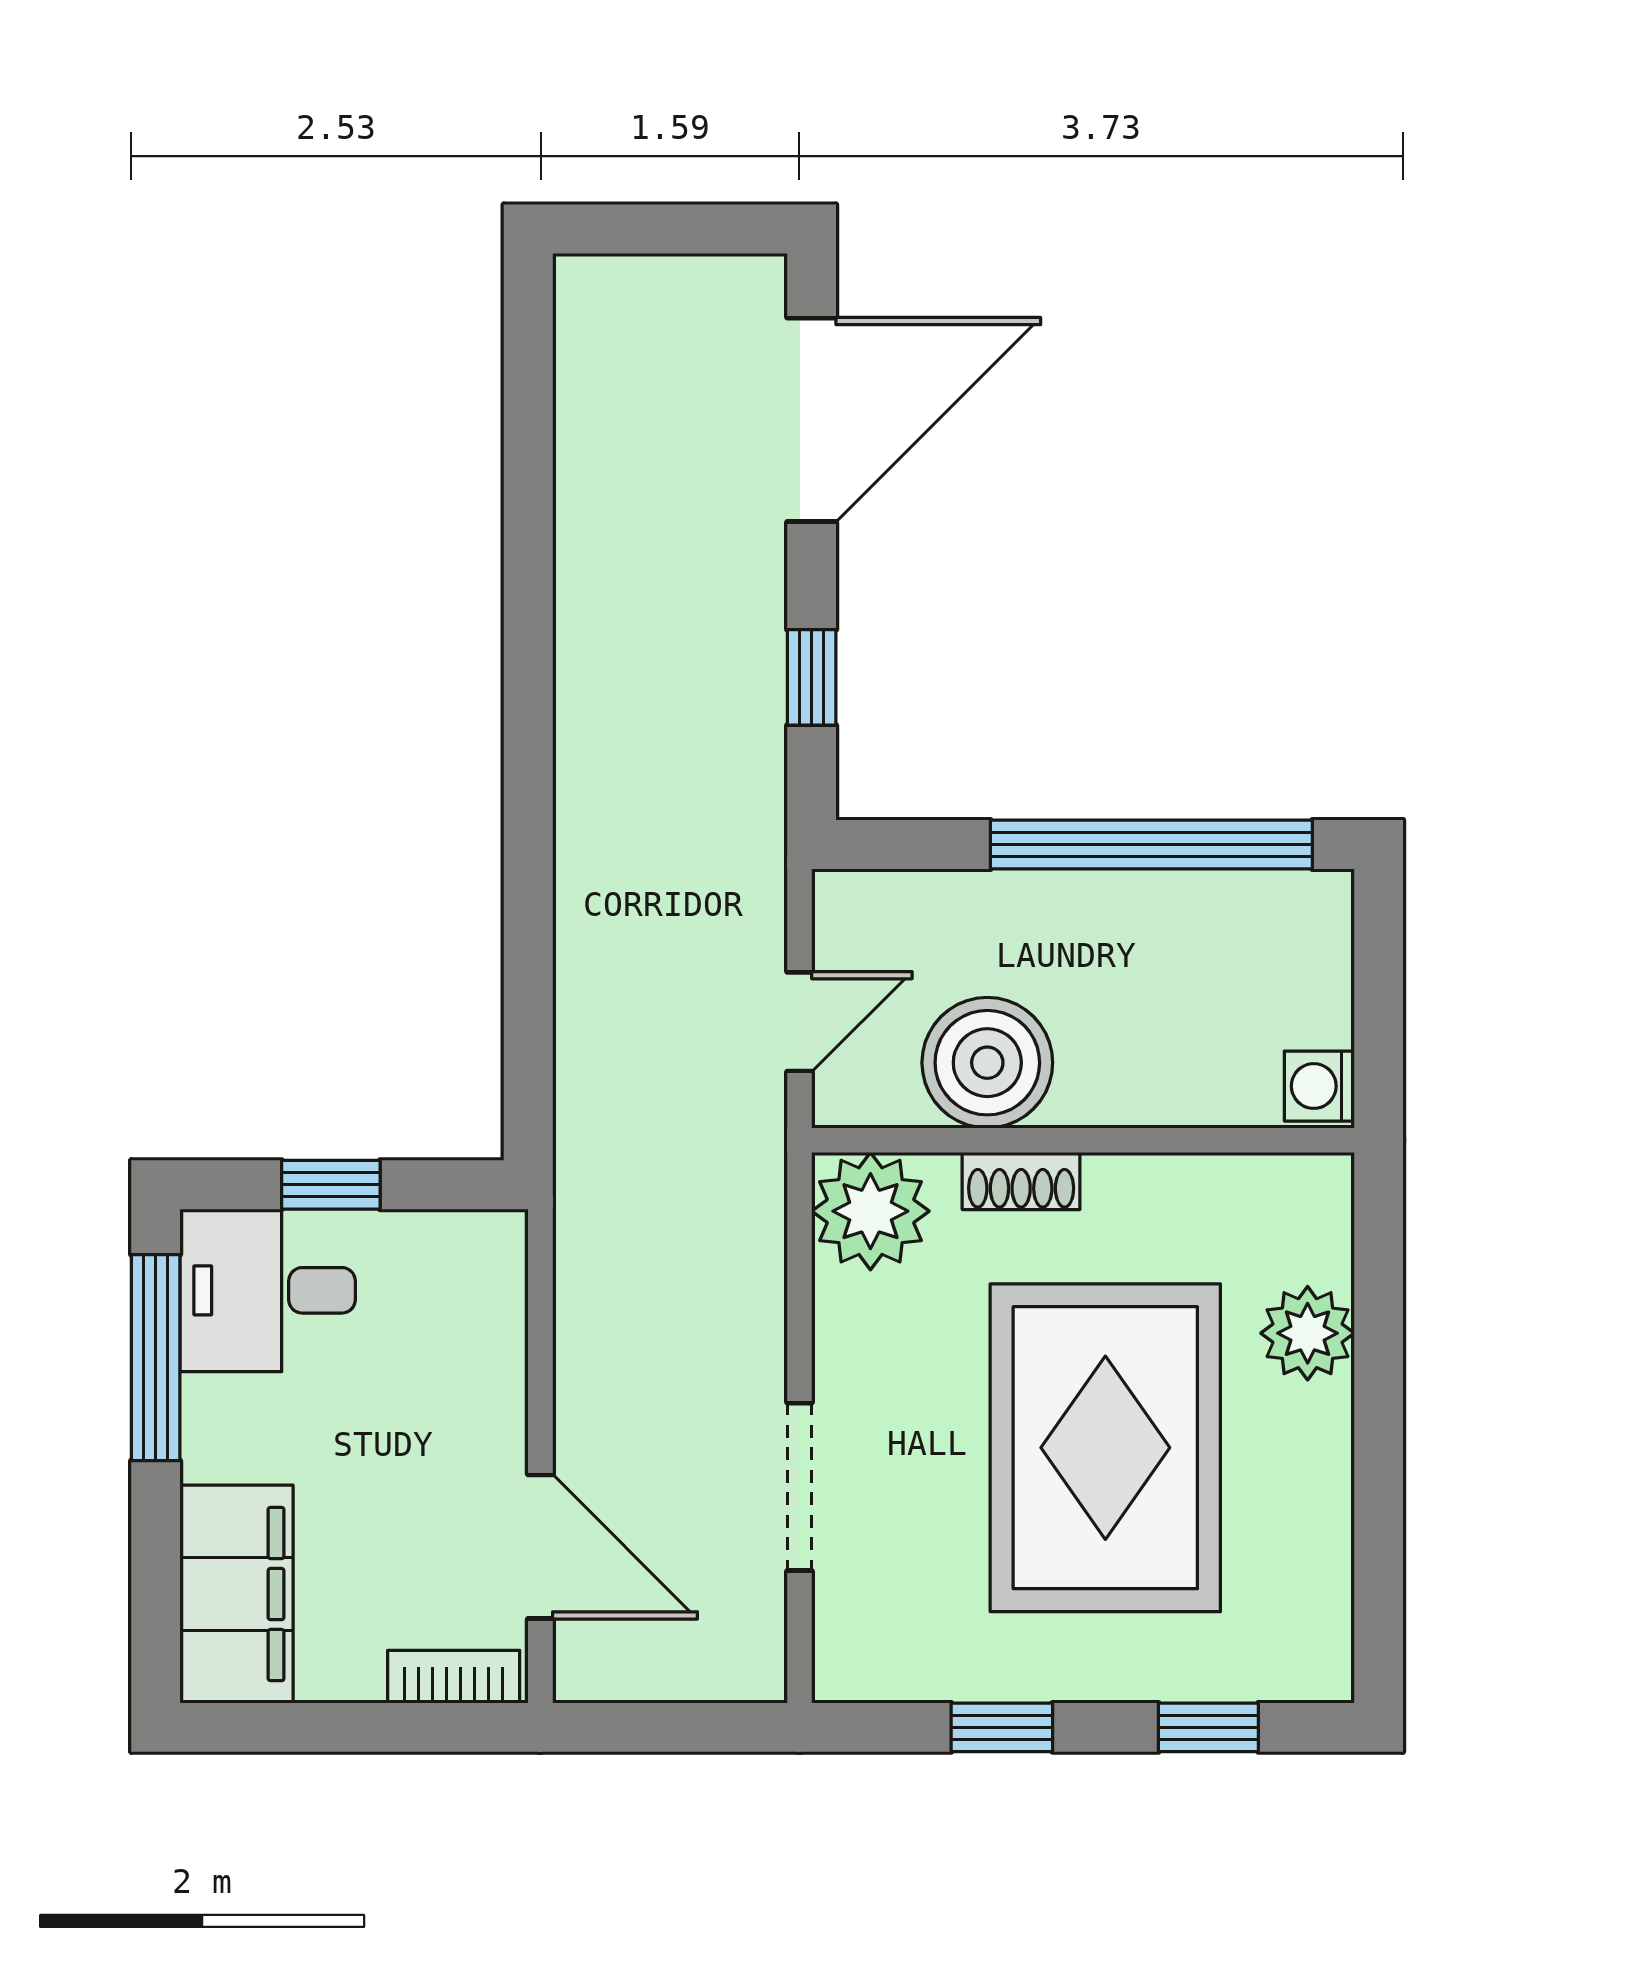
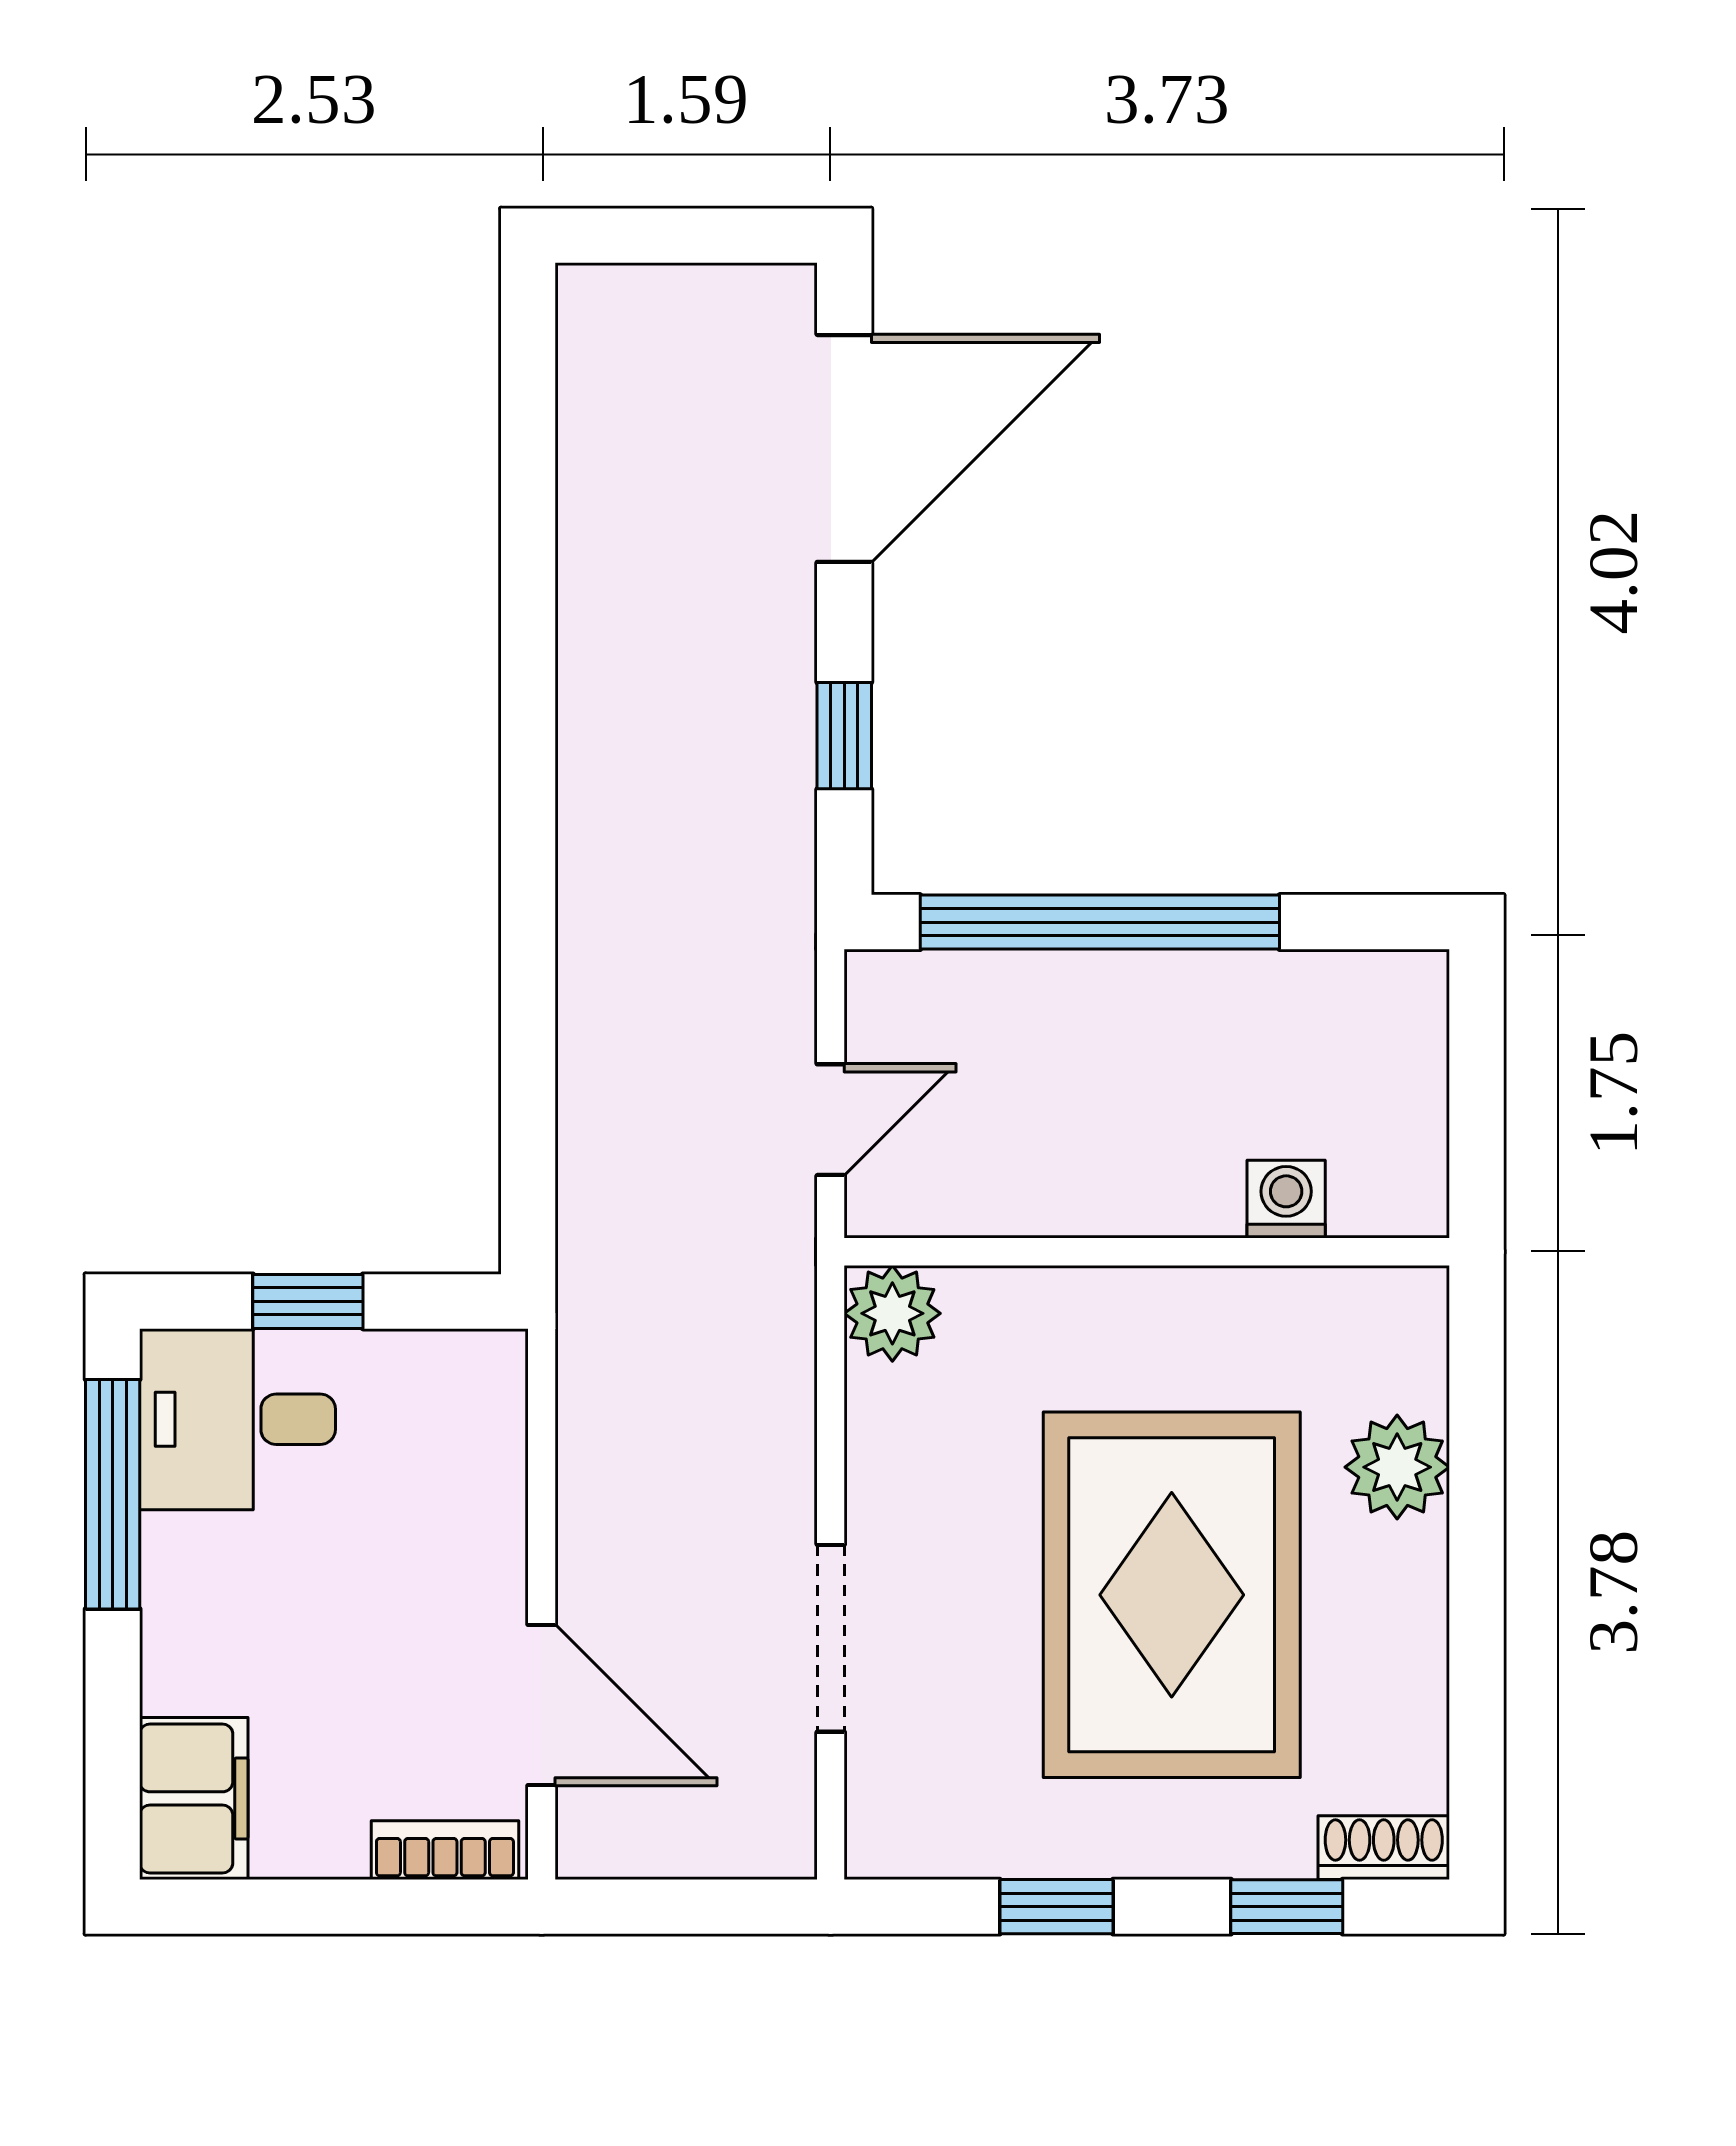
window: (1151, 845) -> (1100, 922), moved
boiler: (987, 1063) -> (1040, 1165), removed
washing machine: (1319, 1086) -> (1286, 1199), moved, turned 90
shoe rack: (1021, 1181) -> (1384, 1848), moved, turned 180
plant: (870, 1211) -> (892, 1313), width x0.73, depth x0.73
filing cabinet: (236, 1594) -> (194, 1798), width x0.67, depth x0.86

